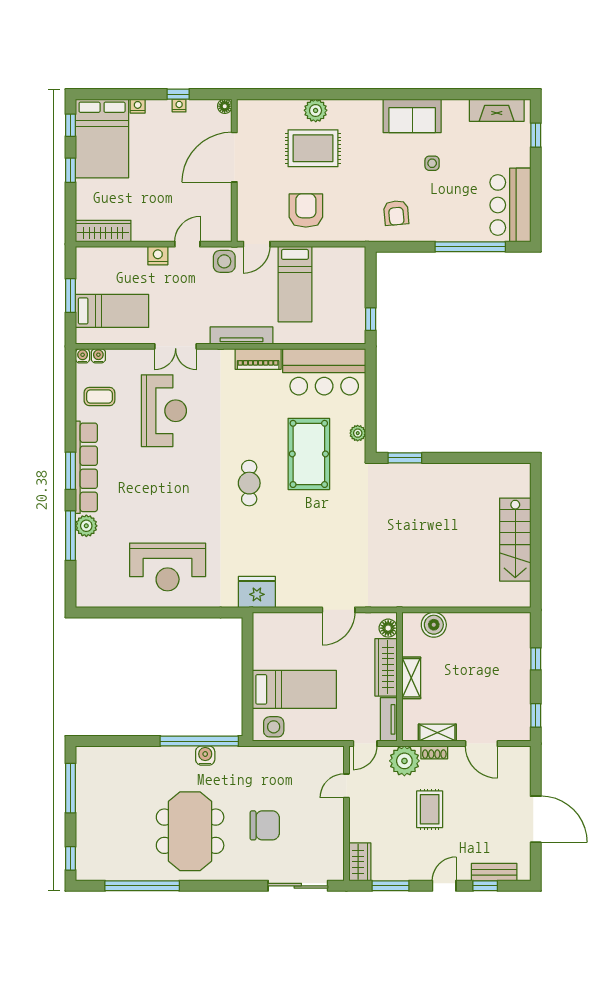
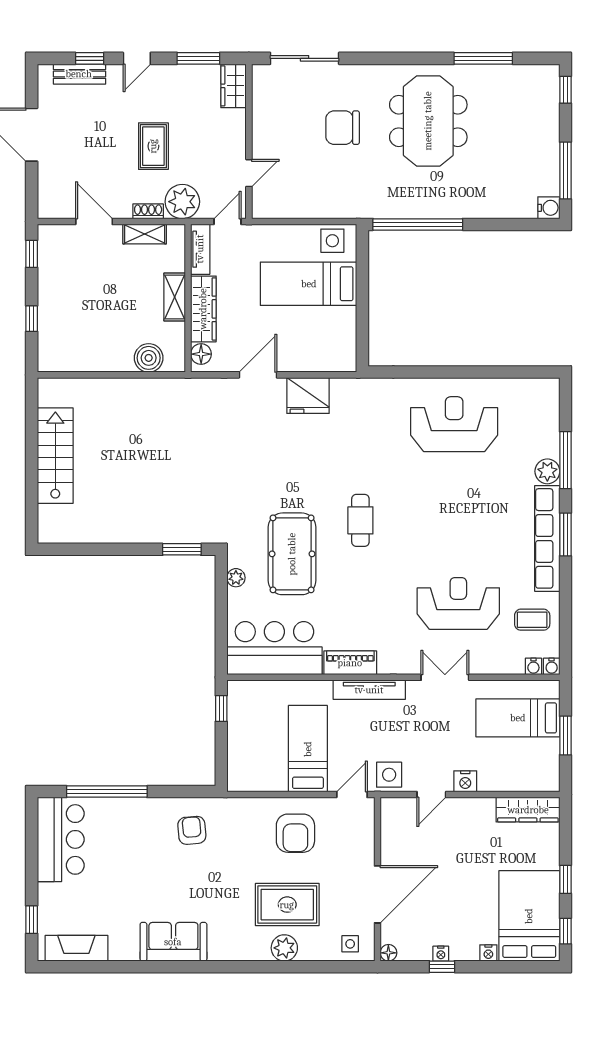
side table: (432, 163) -> (350, 944), moved
reception desk: (164, 411) -> (458, 603), turned 90
fridge: (257, 592) -> (308, 396), moved
water cooler: (205, 756) -> (549, 208), moved, turned -90
window: (142, 886) -> (483, 58), width x0.68

